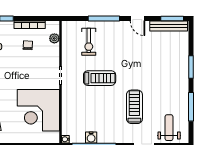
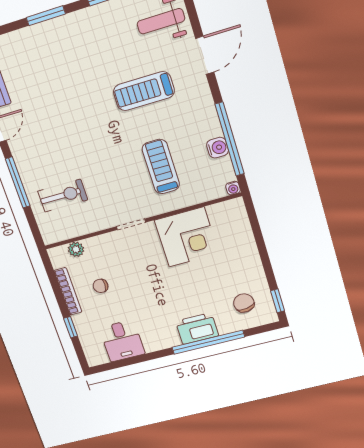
treadmill: (100, 78) -> (161, 167), moved
corner desk: (38, 110) -> (187, 237), width x0.74, depth x0.74

